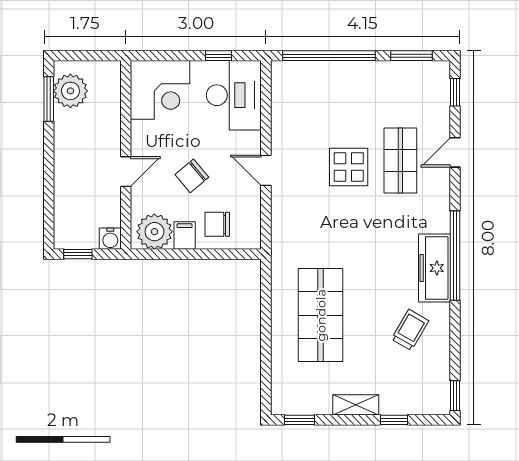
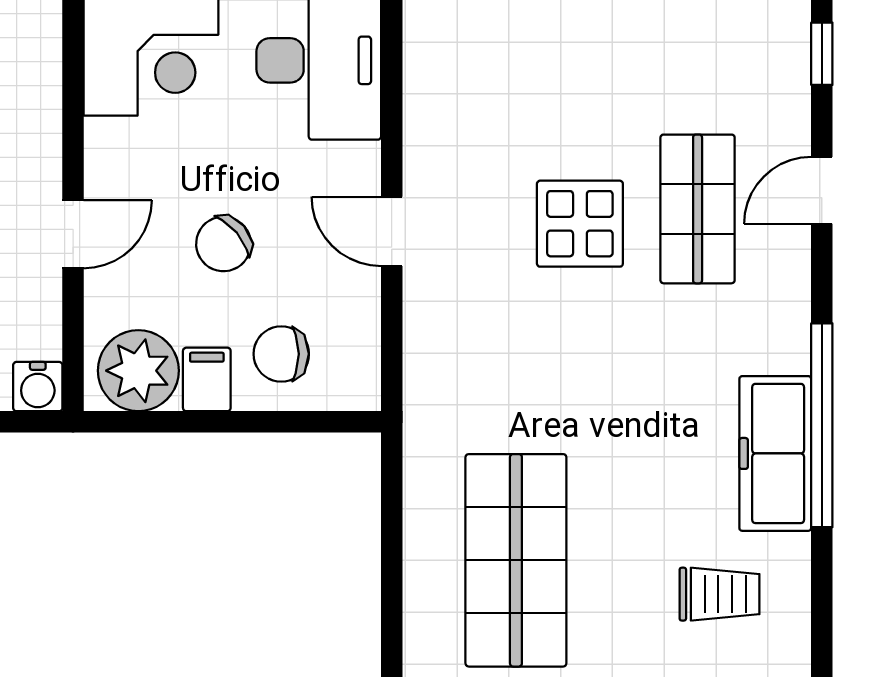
trolley: (410, 330) -> (720, 594), turned 60

